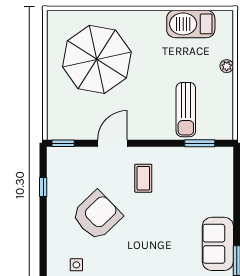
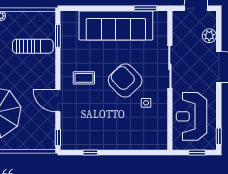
armchair: (97, 215) -> (125, 80), moved
sofa: (218, 244) -> (116, 25), width x1.85, depth x1.27
side table: (76, 265) -> (146, 103), moved

